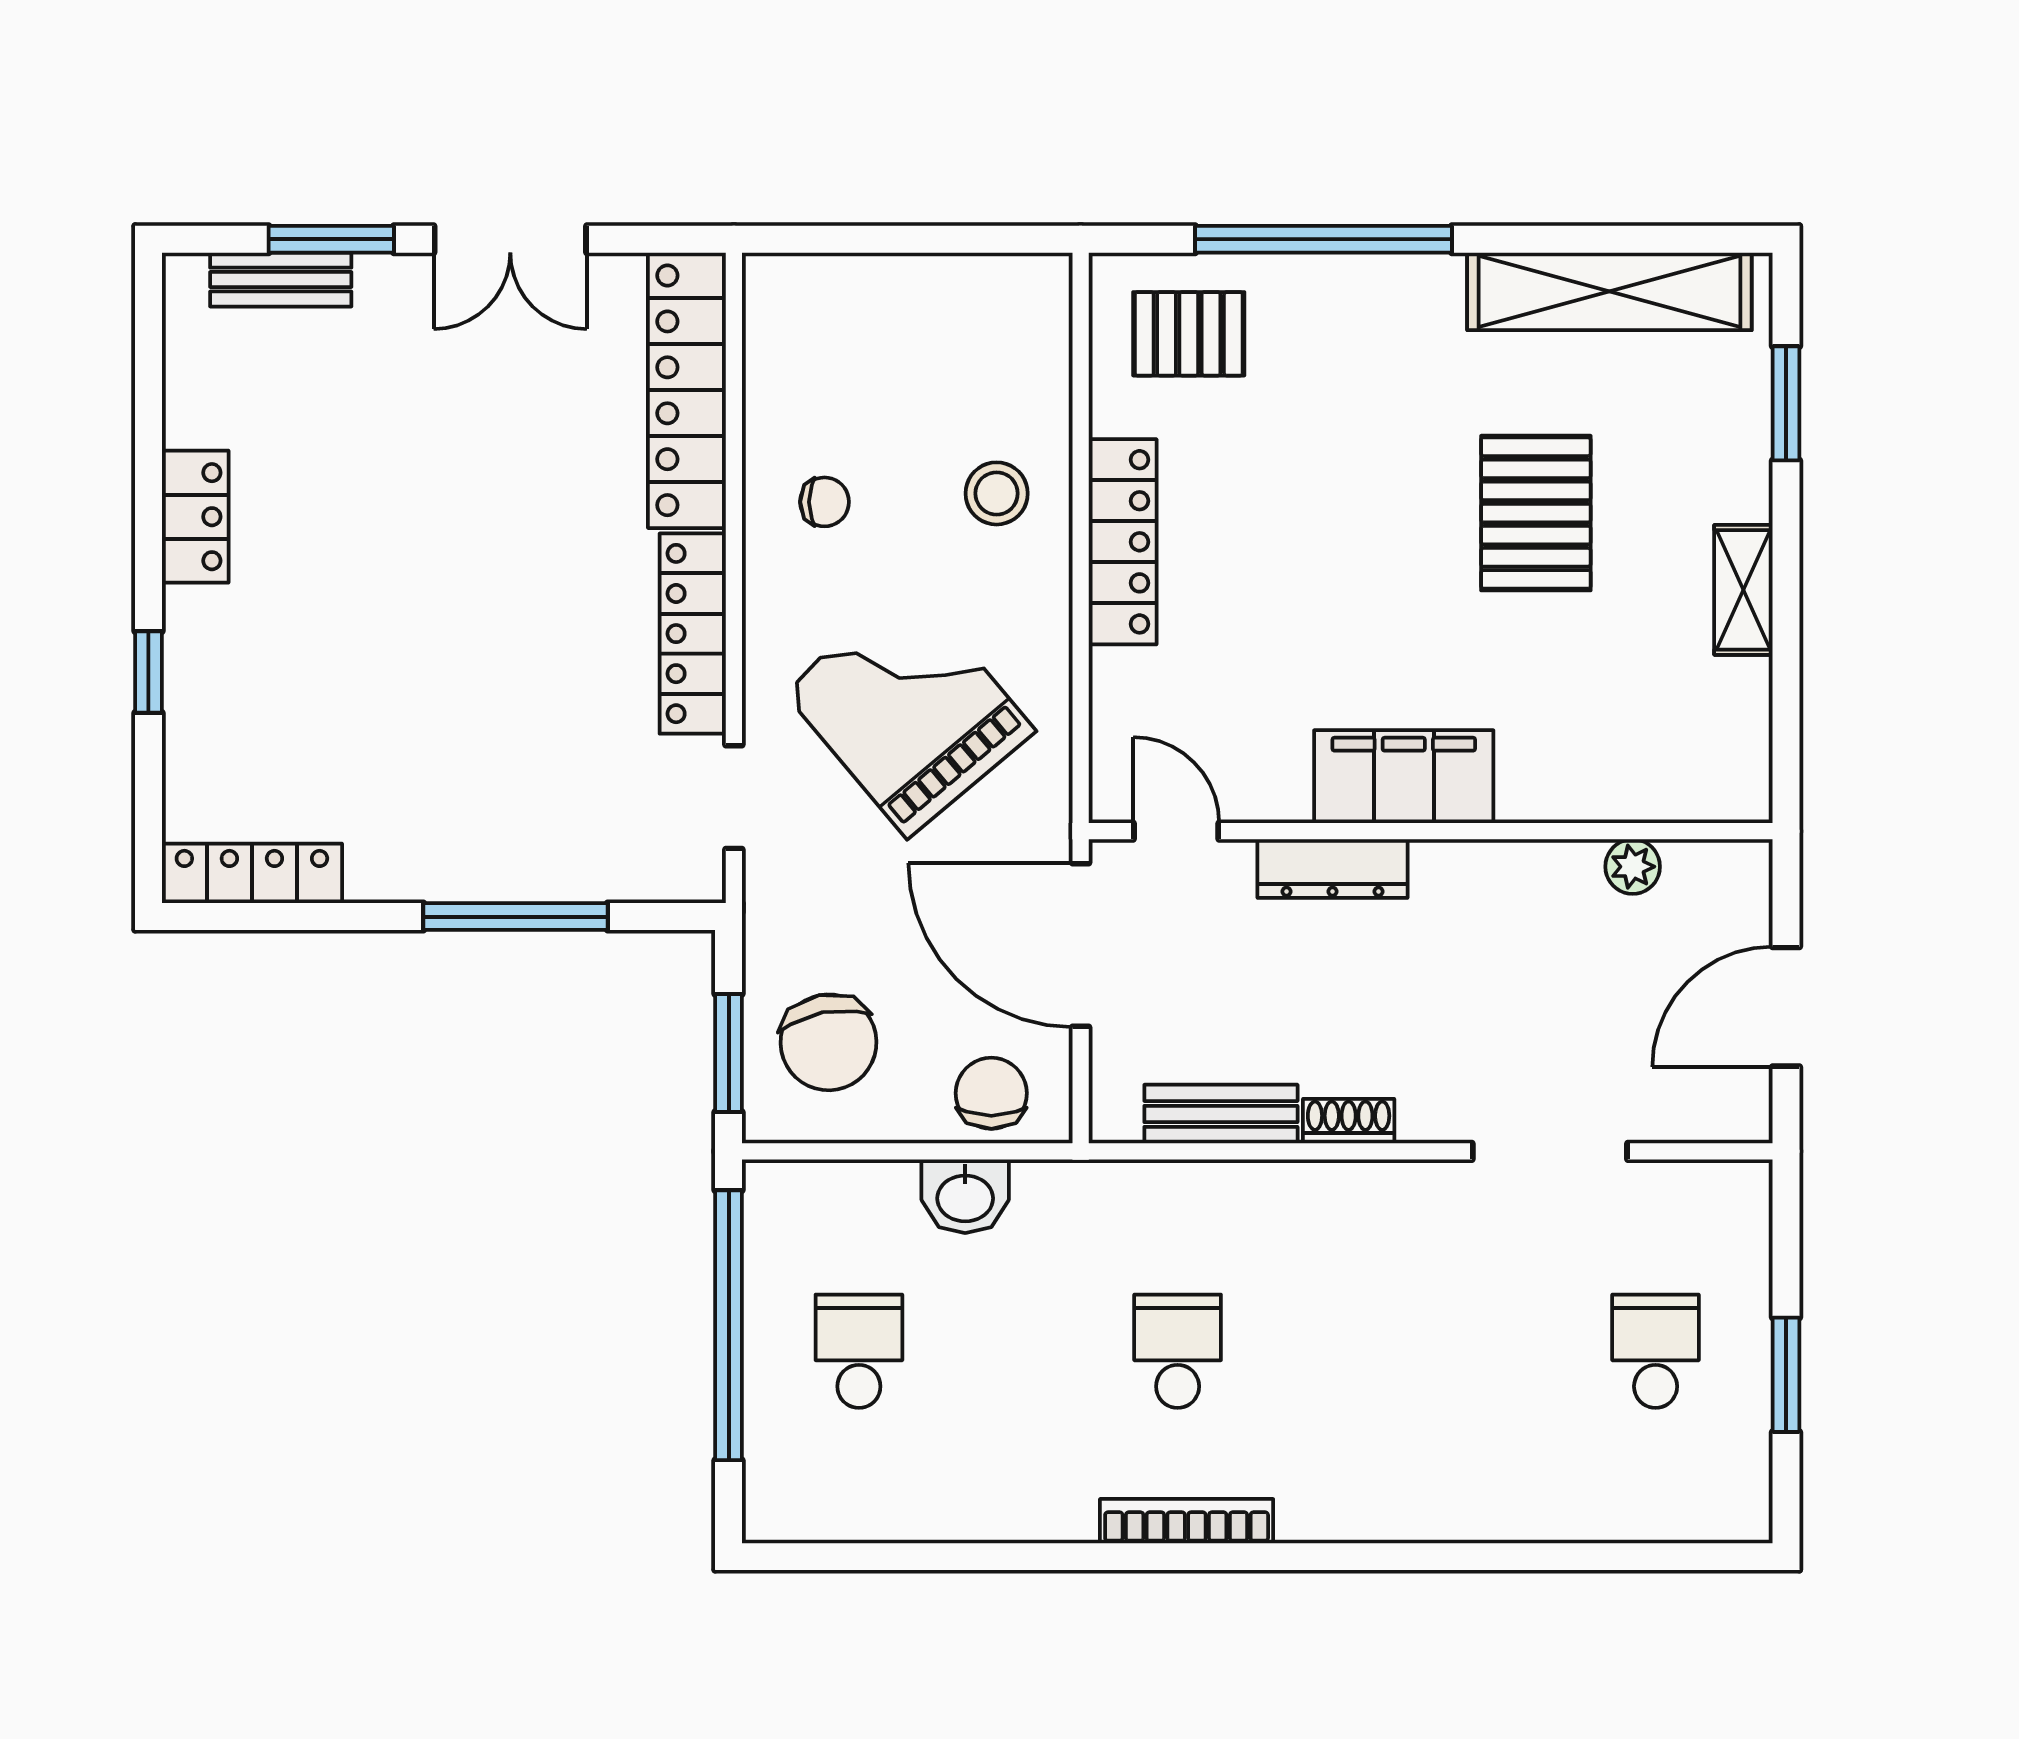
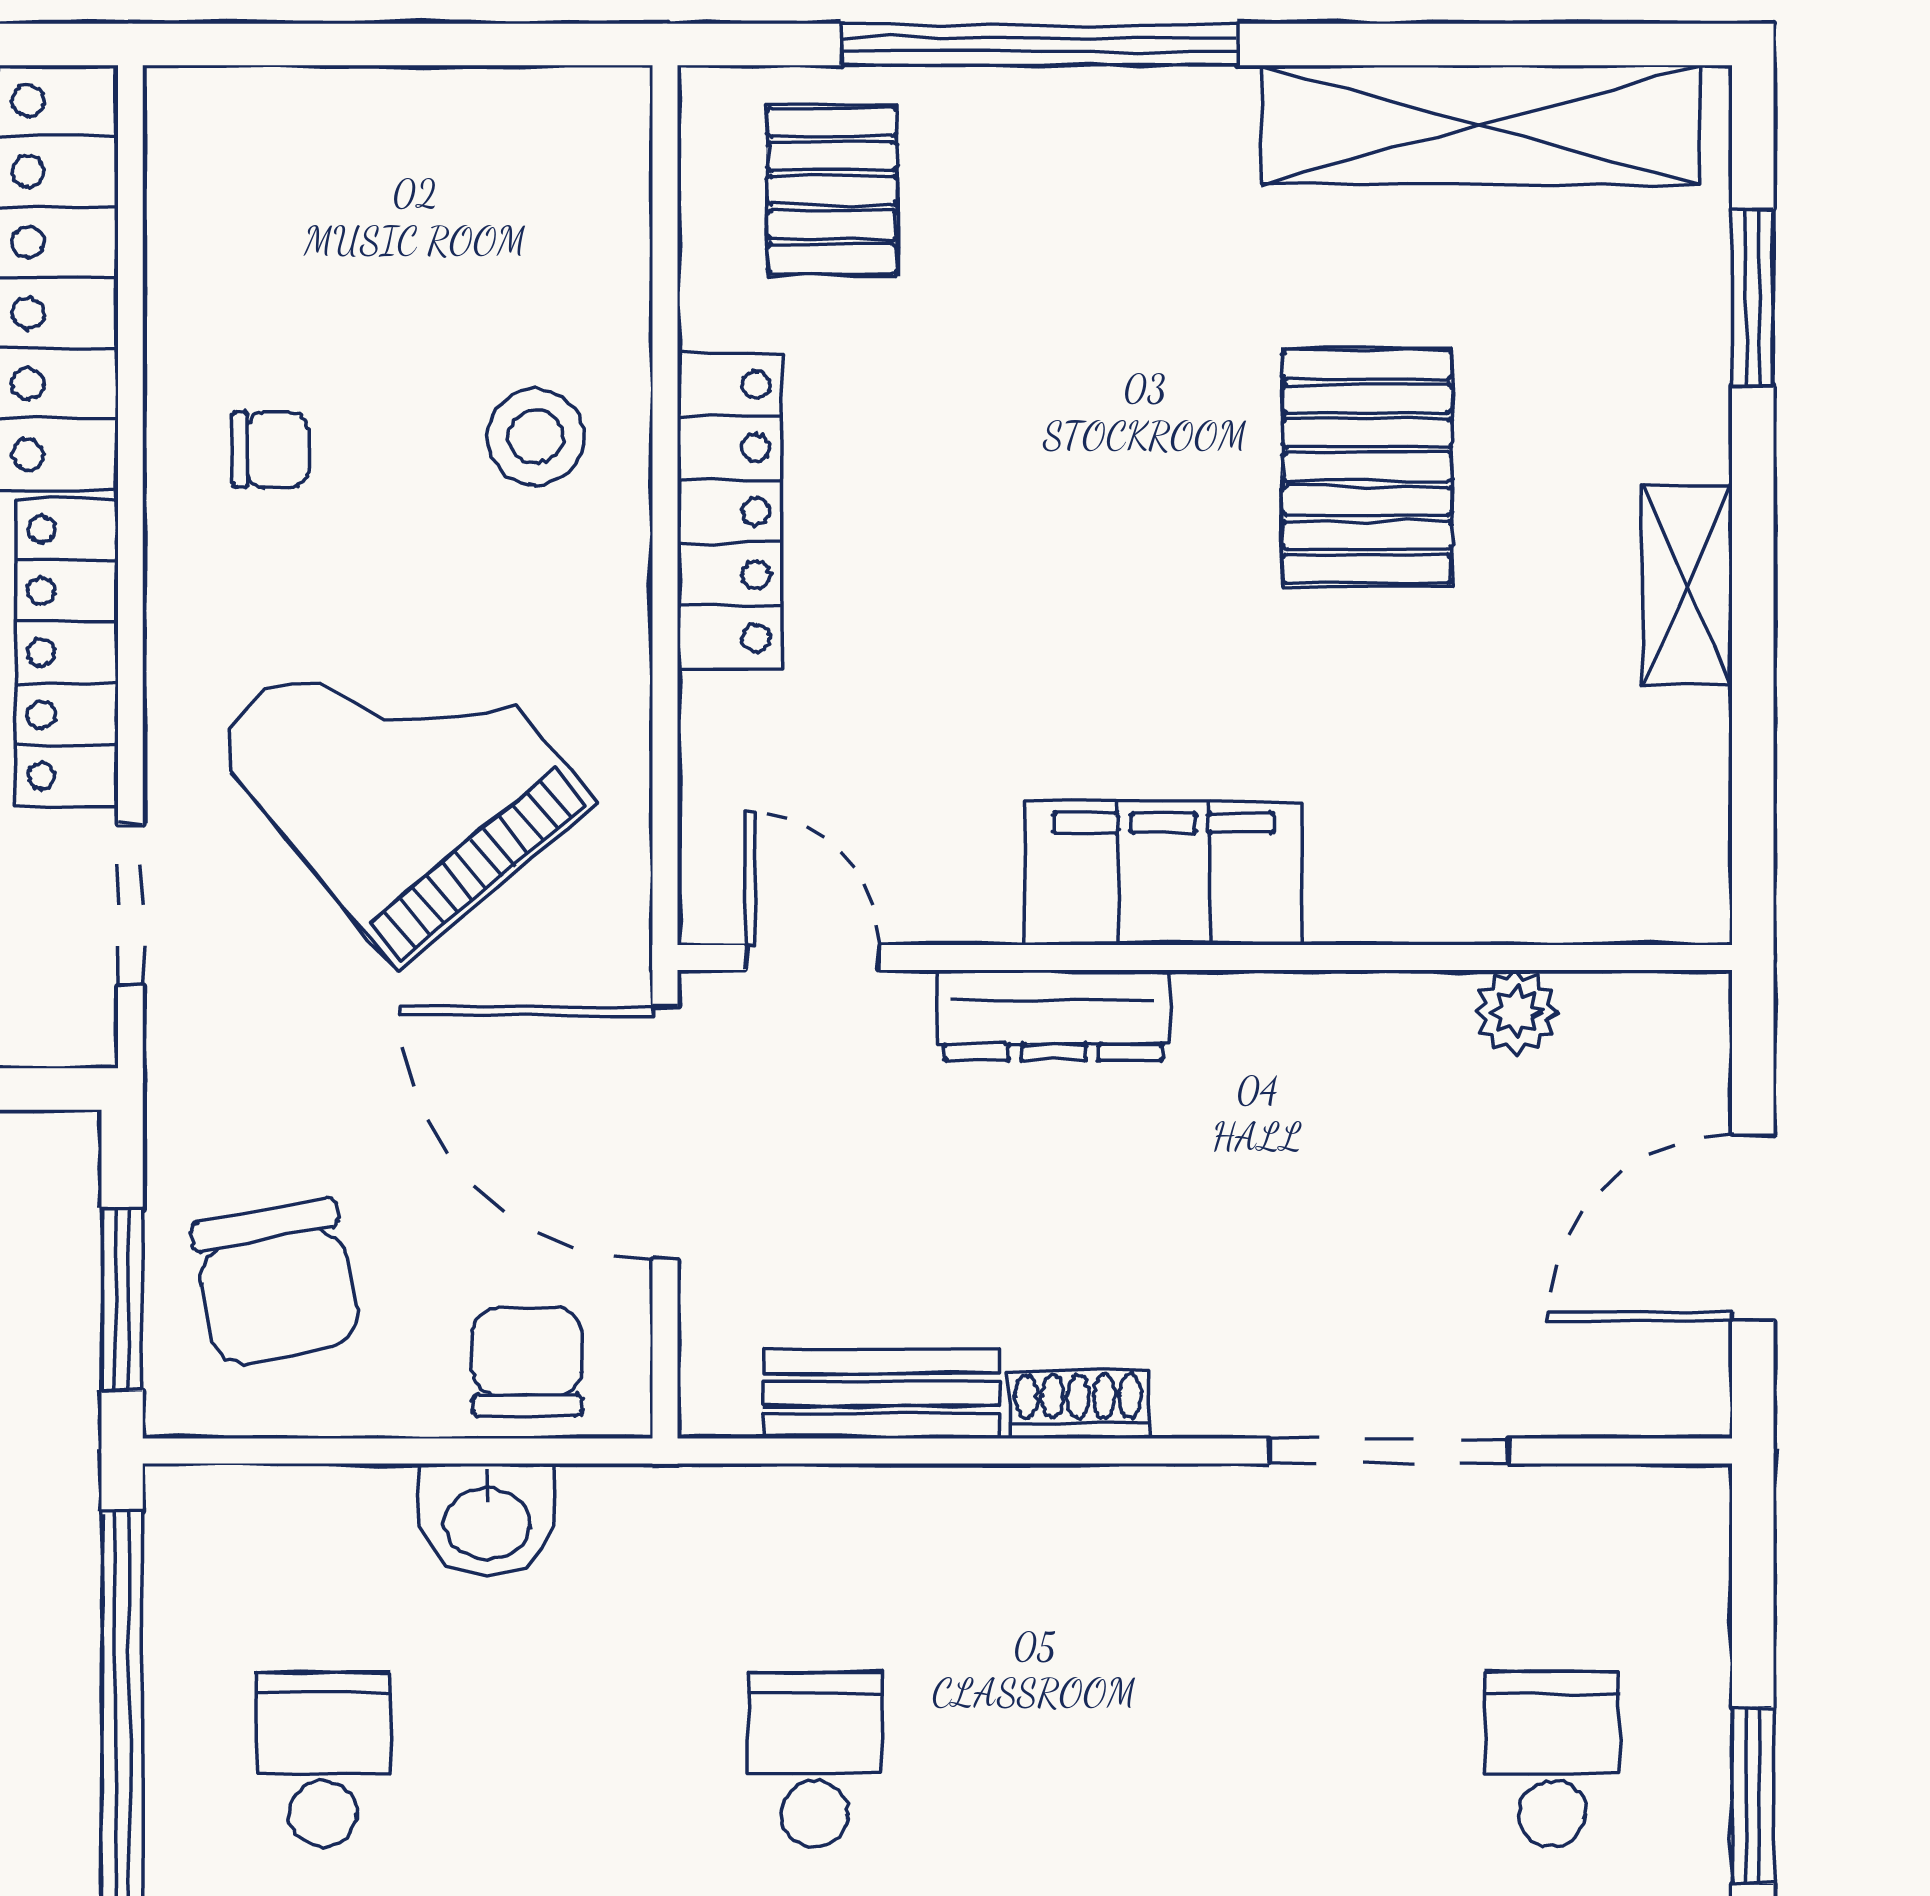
pallet: (1189, 334) -> (832, 190), turned 90

